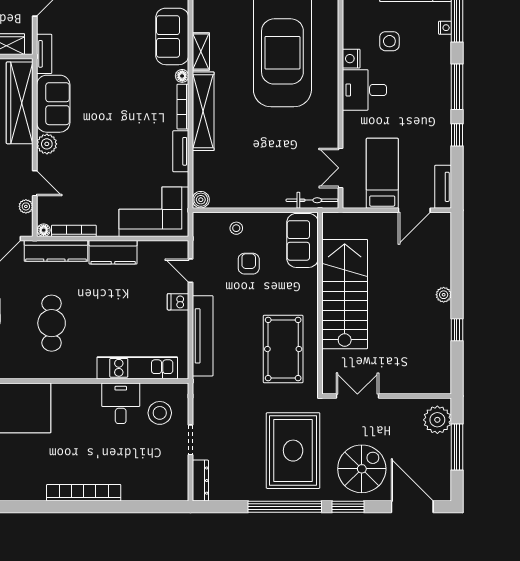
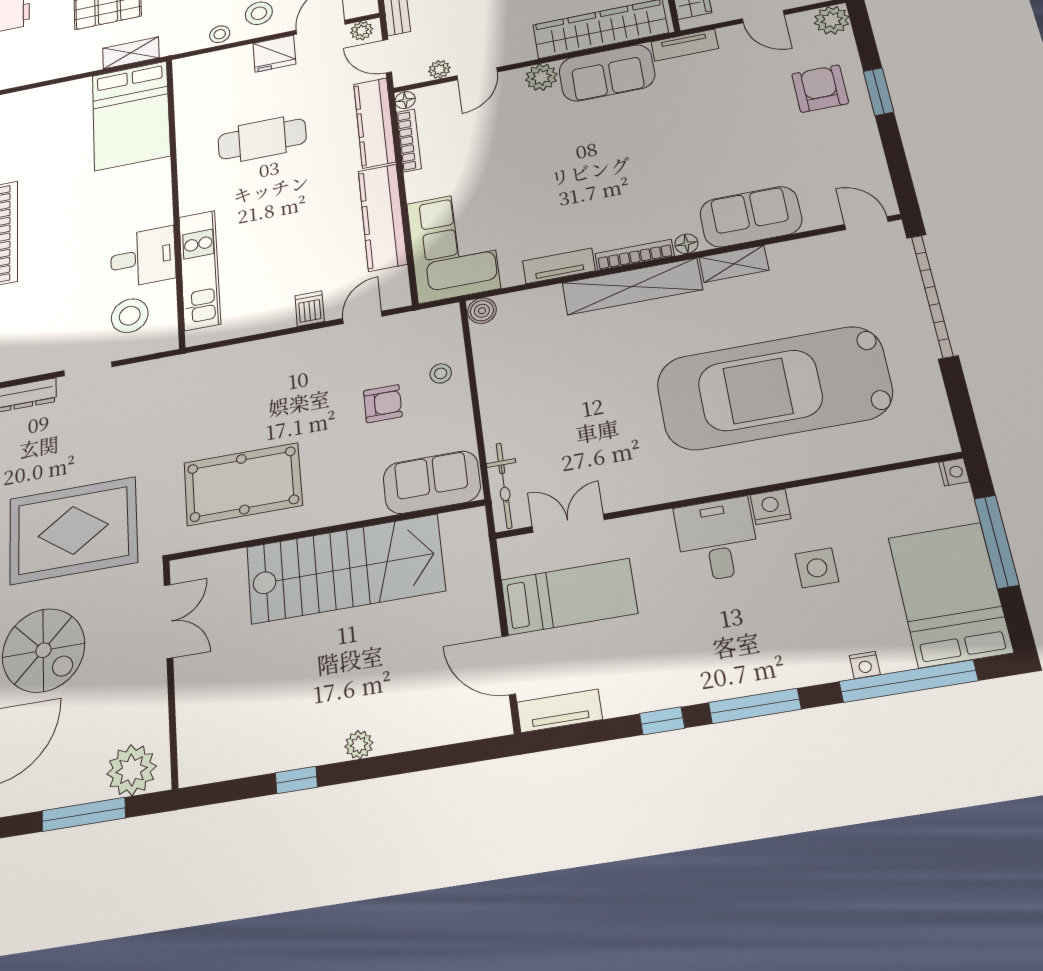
kitchen counter: (113, 252) -> (383, 217), width x1.50
tv unit: (203, 336) -> (257, 356), removed

